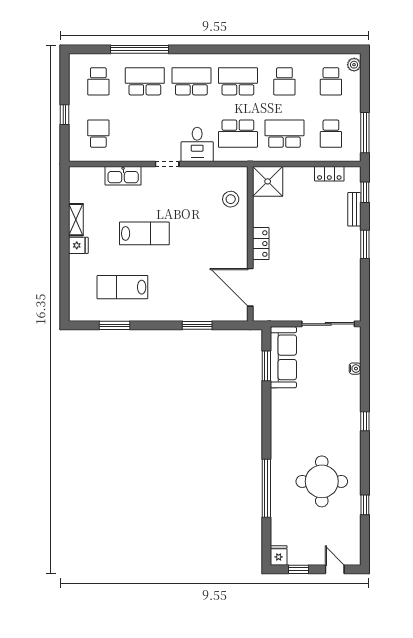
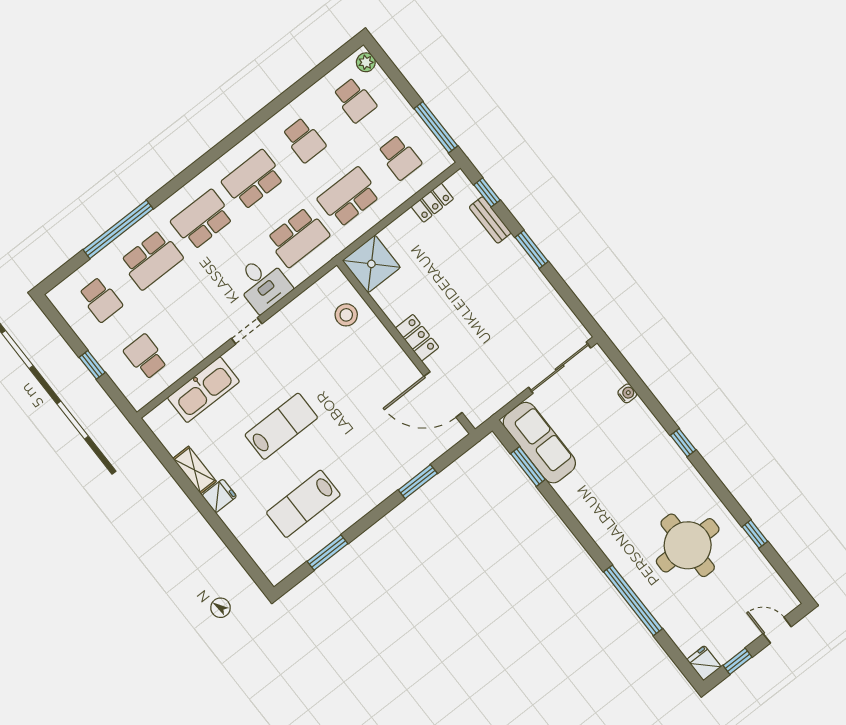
school desk: (145, 81) -> (151, 260), turned 180
kitchen sink: (123, 176) -> (203, 390), width x1.36, depth x1.24

